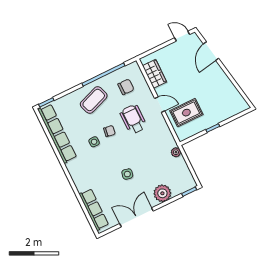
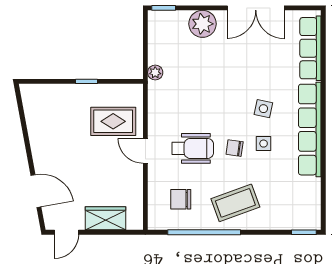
door: (182, 36) -> (66, 232), hinge flipped
door: (211, 51) -> (36, 191), hinge flipped
wardrobe: (154, 74) -> (105, 218), moved, turned 90
wheelchair: (133, 119) -> (193, 148), turned -90
row of seats: (57, 134) -> (310, 130), moved
side table: (127, 174) -> (263, 109), moved

